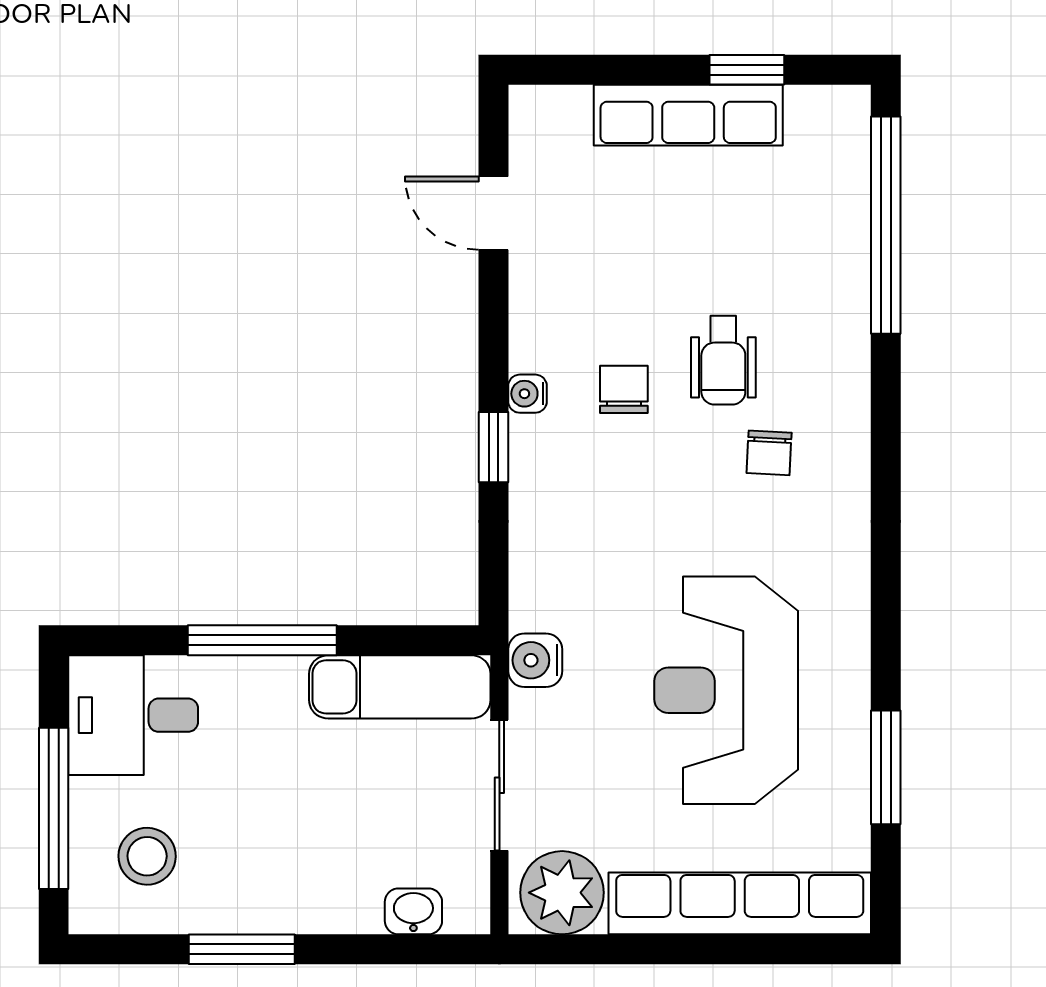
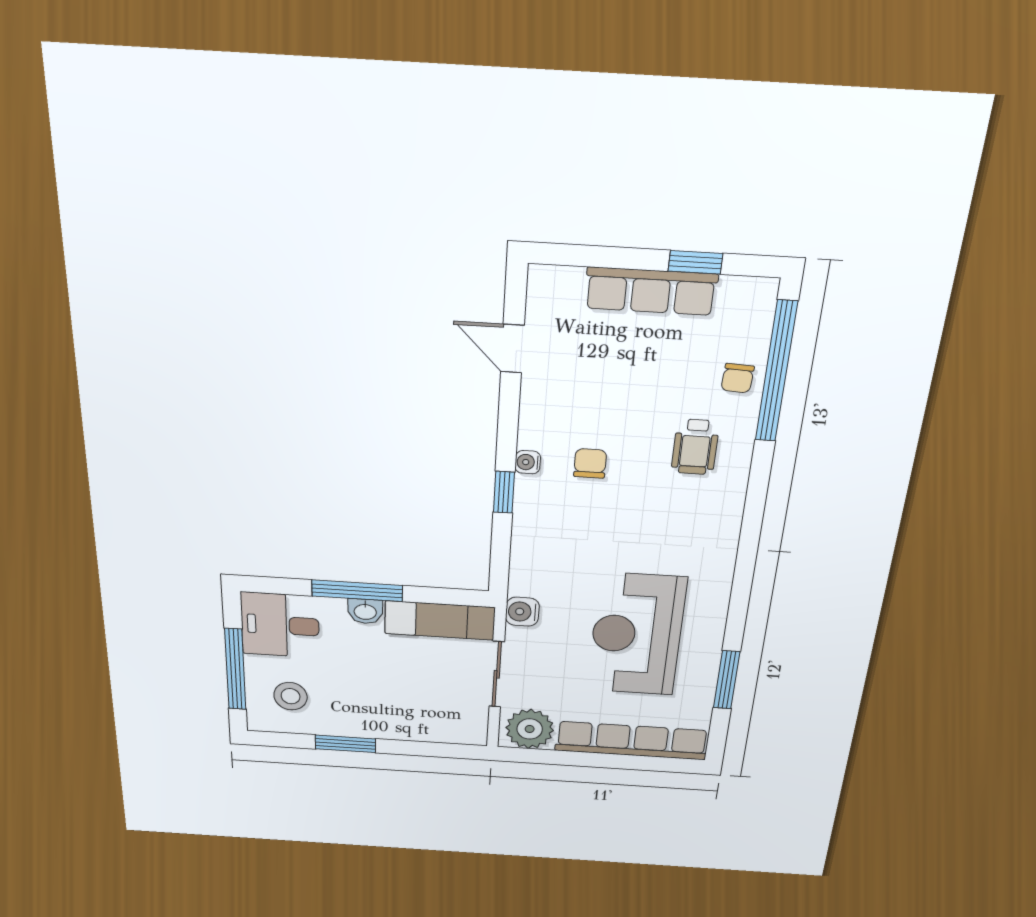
wheelchair: (723, 360) -> (695, 447), moved
chair: (769, 453) -> (738, 378), moved
washbasin: (413, 911) -> (365, 611), moved, turned 180

